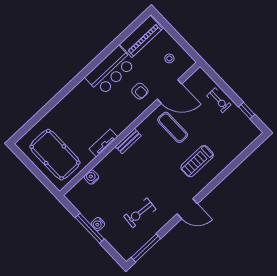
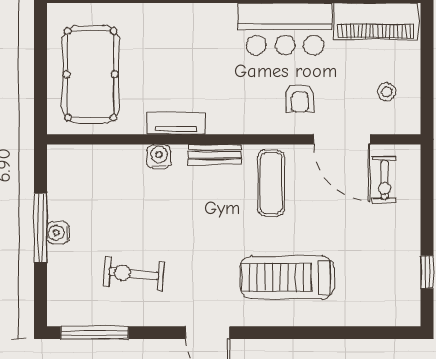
exercise bike: (219, 100) -> (384, 180), moved
exercise mat: (173, 127) -> (271, 183), moved
treadmill: (197, 161) -> (287, 277), width x1.37, depth x1.38
water cooler: (91, 177) -> (159, 156), moved

